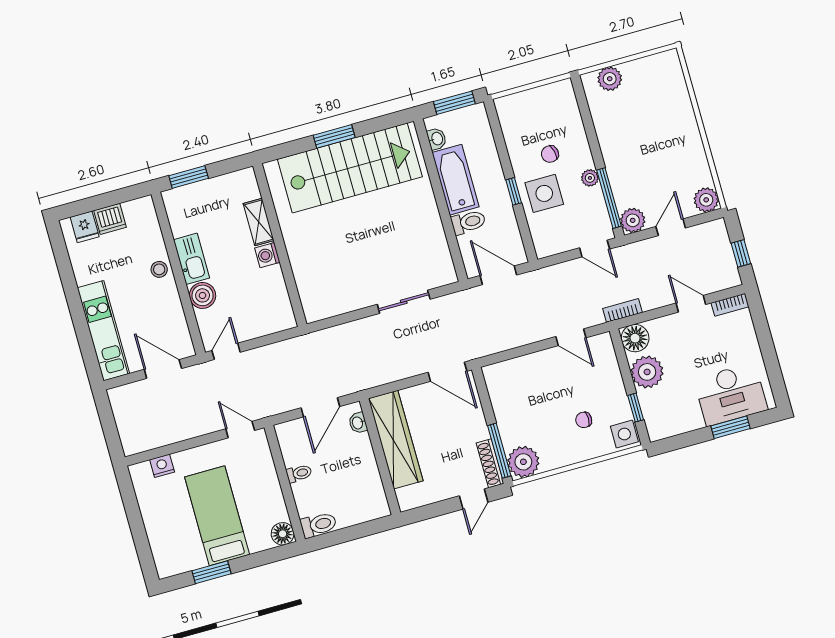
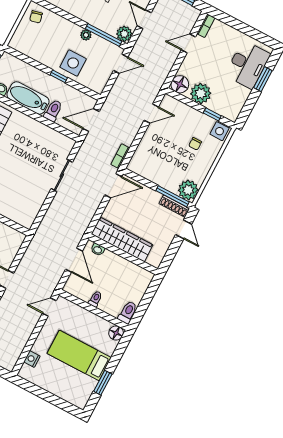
chair: (550, 154) -> (36, 17), moved
bookcase: (622, 311) -> (120, 156), moved

